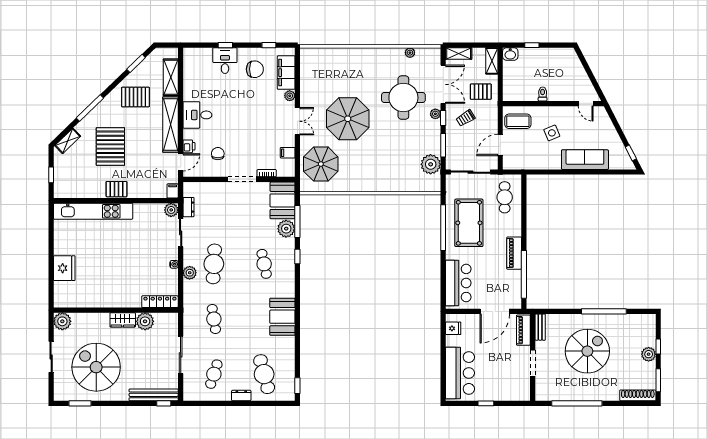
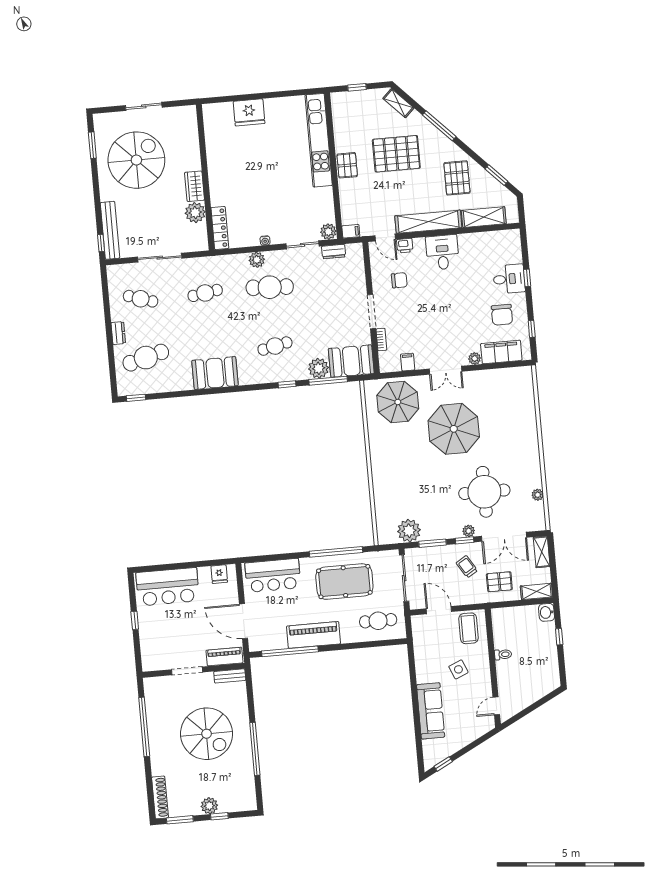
pallet: (481, 92) -> (499, 582), turned 90
piano: (514, 253) -> (314, 635), width x1.37, depth x1.33
plant: (62, 321) -> (187, 116), removed

